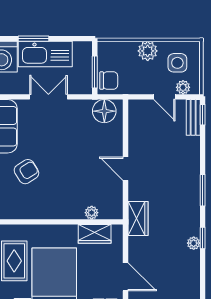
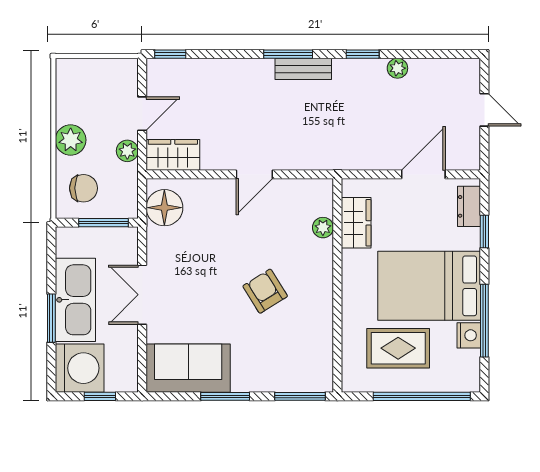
side table: (177, 63) -> (89, 93), removed
chair: (109, 81) -> (84, 188), moved, turned 90
plant: (183, 87) -> (127, 151), moved
bench: (193, 117) -> (303, 69), moved
armchair: (26, 172) -> (265, 291), moved
wardrobe: (138, 219) -> (173, 155), moved
plant: (194, 243) -> (397, 68), moved

